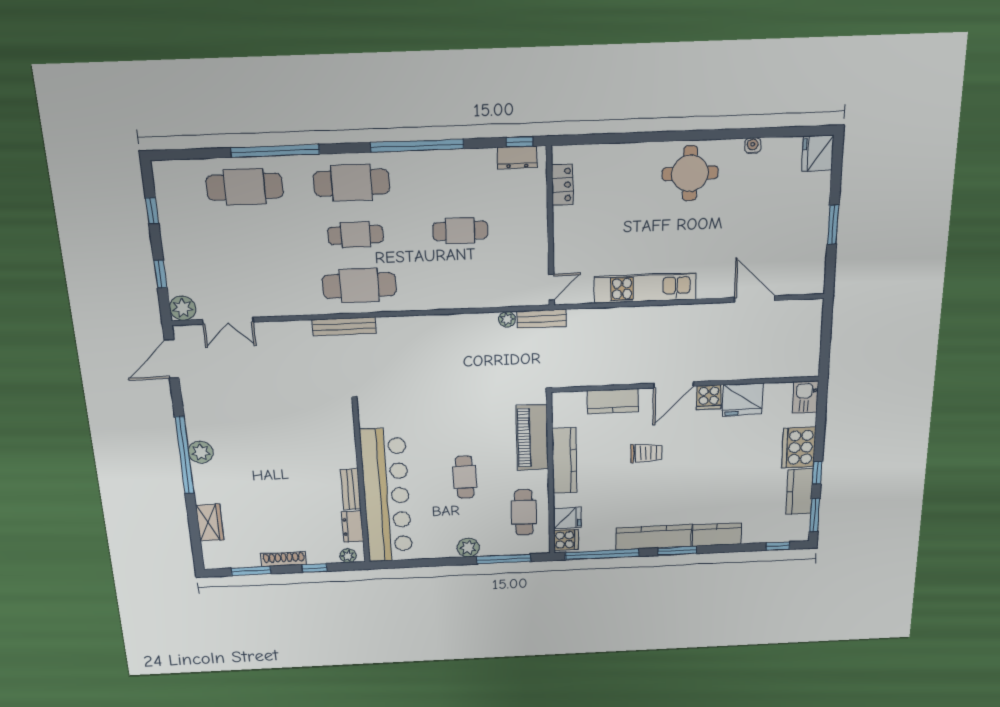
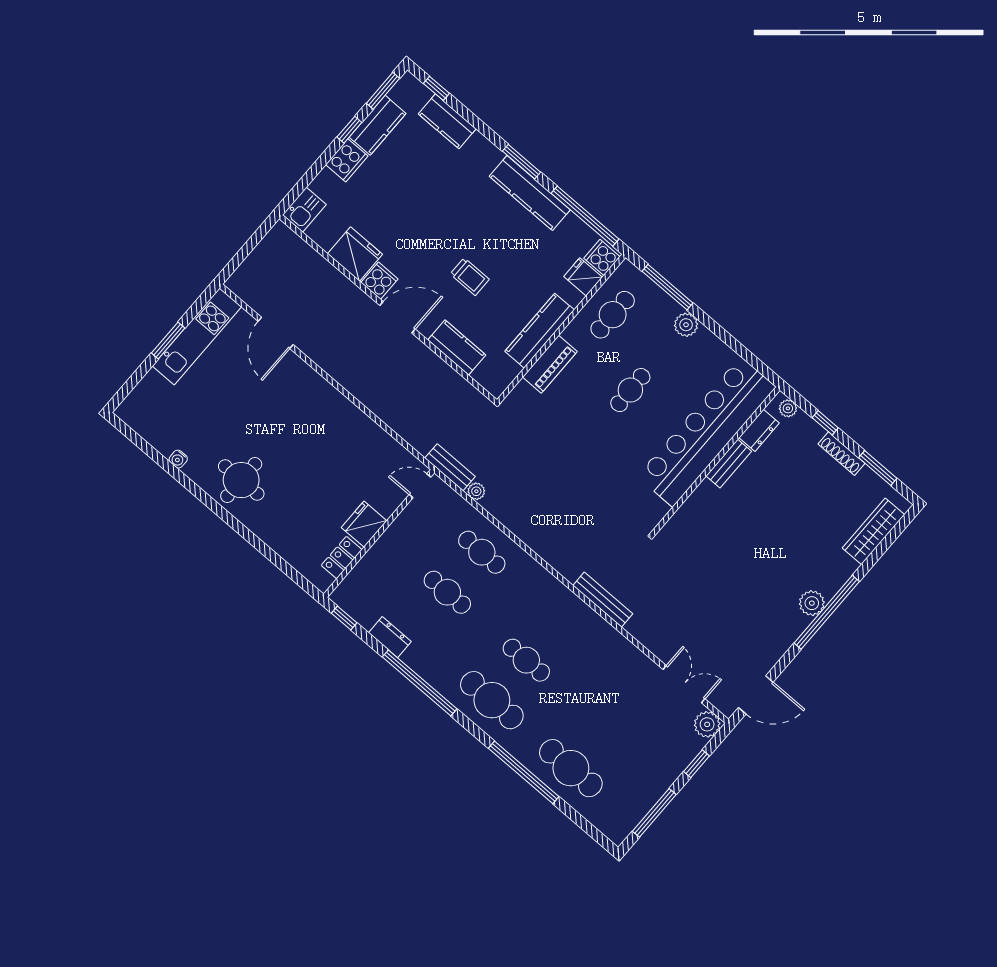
fridge: (818, 153) -> (364, 524), moved, turned 180
dresser: (517, 158) -> (390, 637), moved
window: (152, 211) -> (654, 813), width x2.17
cafe table: (359, 285) -> (482, 552), moved, width x0.73, depth x0.74
kitchen unit: (645, 288) -> (197, 336), moved, turned -90
piano: (532, 438) -> (550, 364), width x0.73, depth x0.75
cooker: (799, 447) -> (347, 160), width x0.73, depth x0.76
trolley: (646, 453) -> (470, 277), turned 180
wardrobe: (210, 522) -> (873, 531), width x1.50
kitchen counter: (717, 535) -> (447, 121), moved

